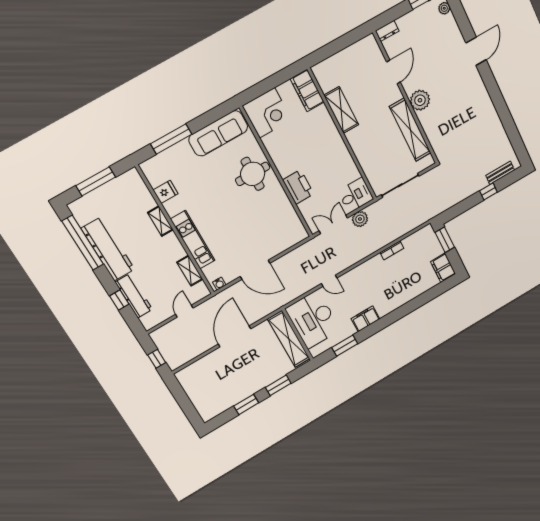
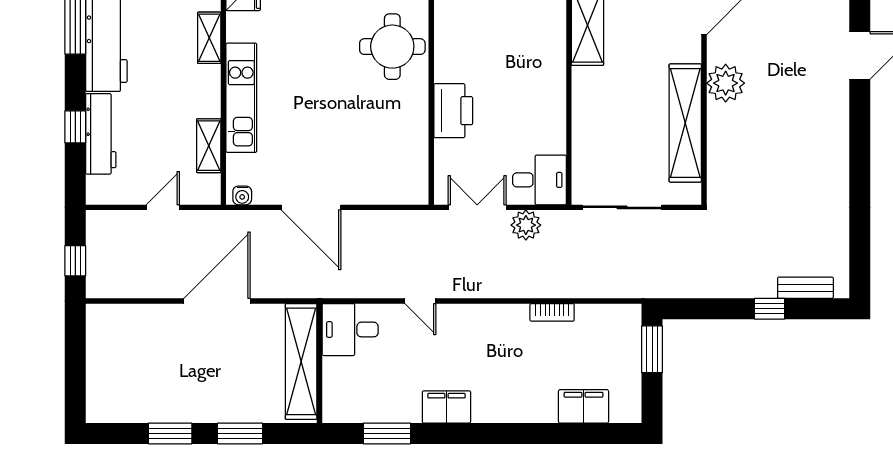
filing cabinet: (443, 268) -> (584, 406), moved, turned 90
desk: (313, 319) -> (350, 330), width x0.53, depth x0.77

